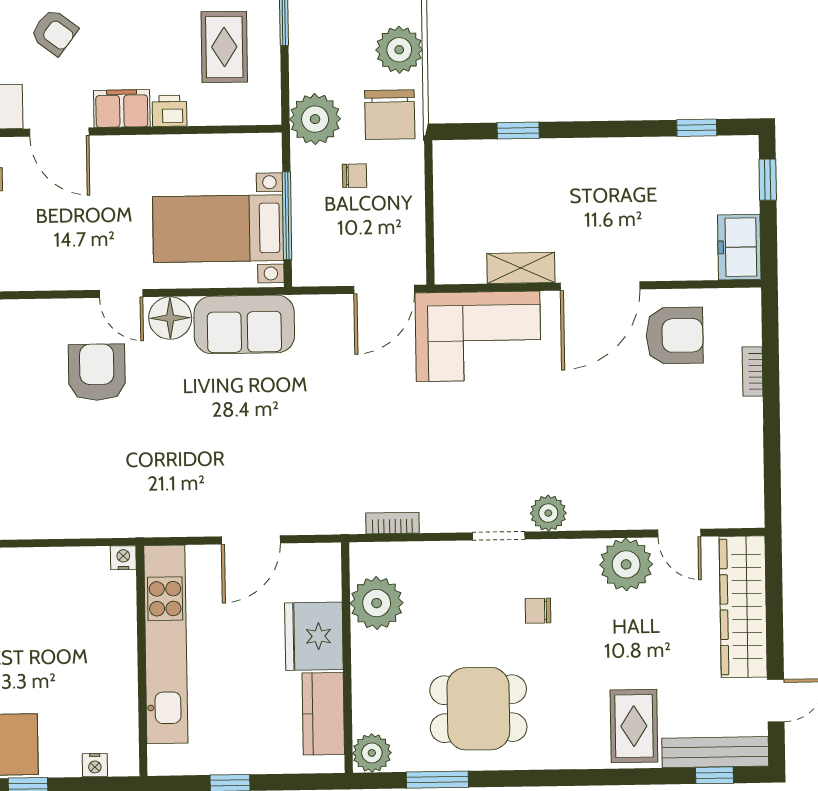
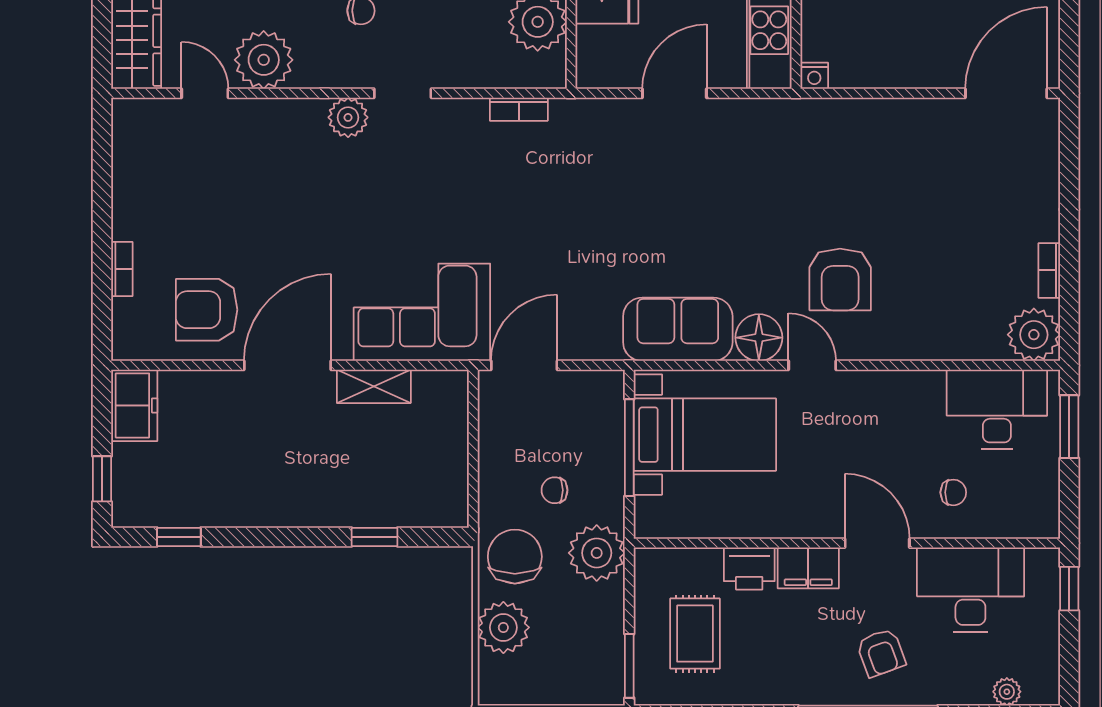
armchair: (54, 32) -> (881, 653), turned -147
printer: (169, 111) -> (749, 569), width x1.36, depth x1.24

